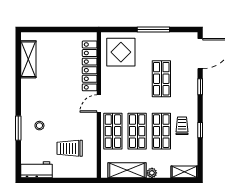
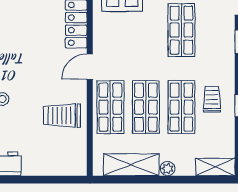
trolley: (70, 148) -> (62, 115), moved

